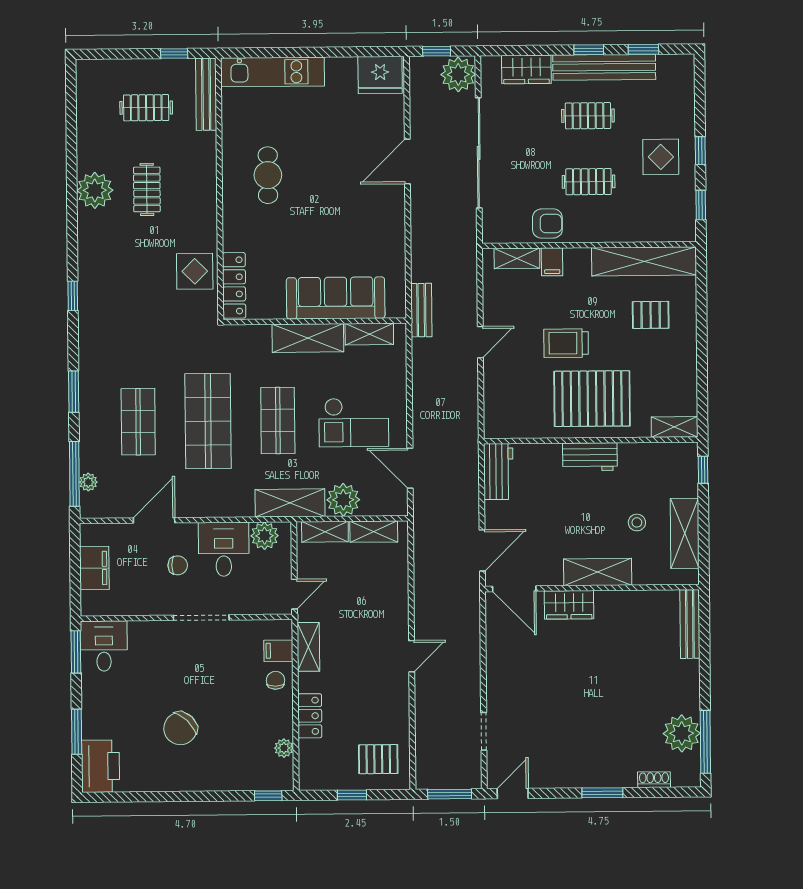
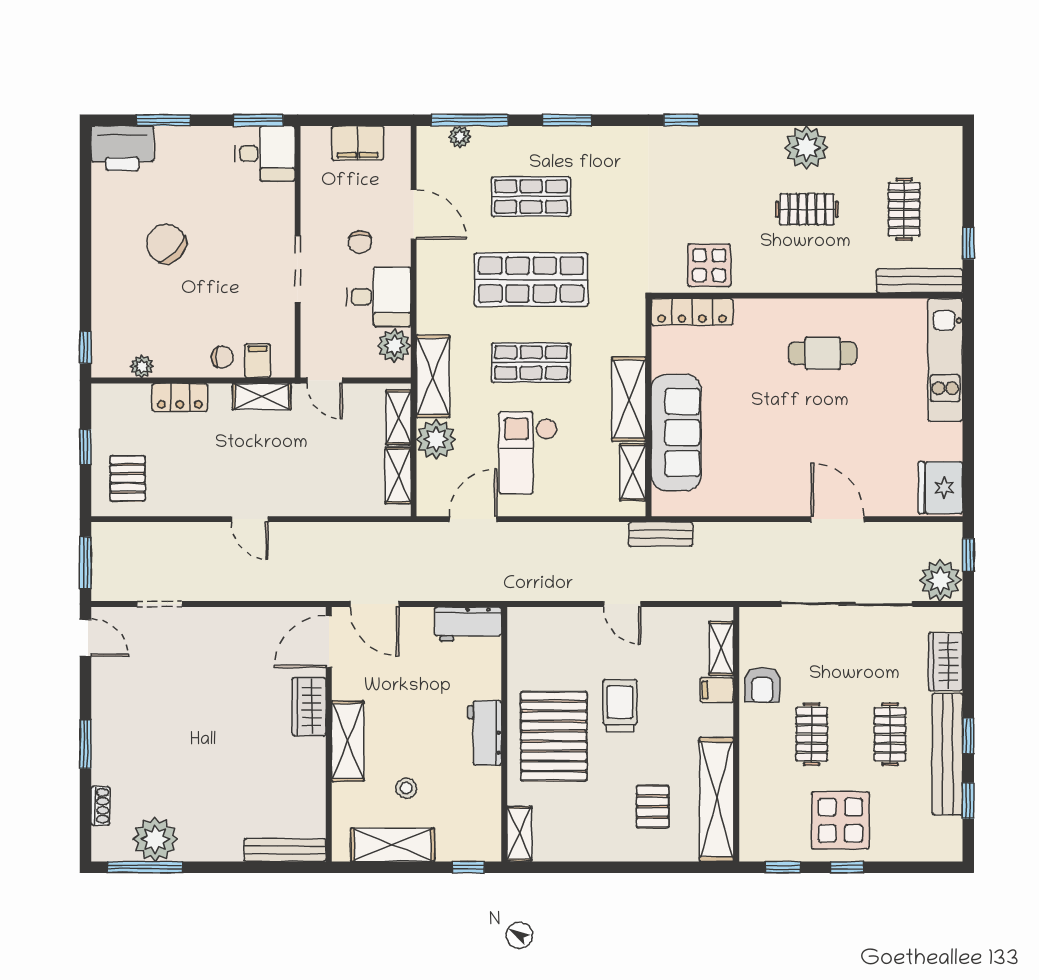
display table: (661, 157) -> (840, 820), width x1.36, depth x1.36

